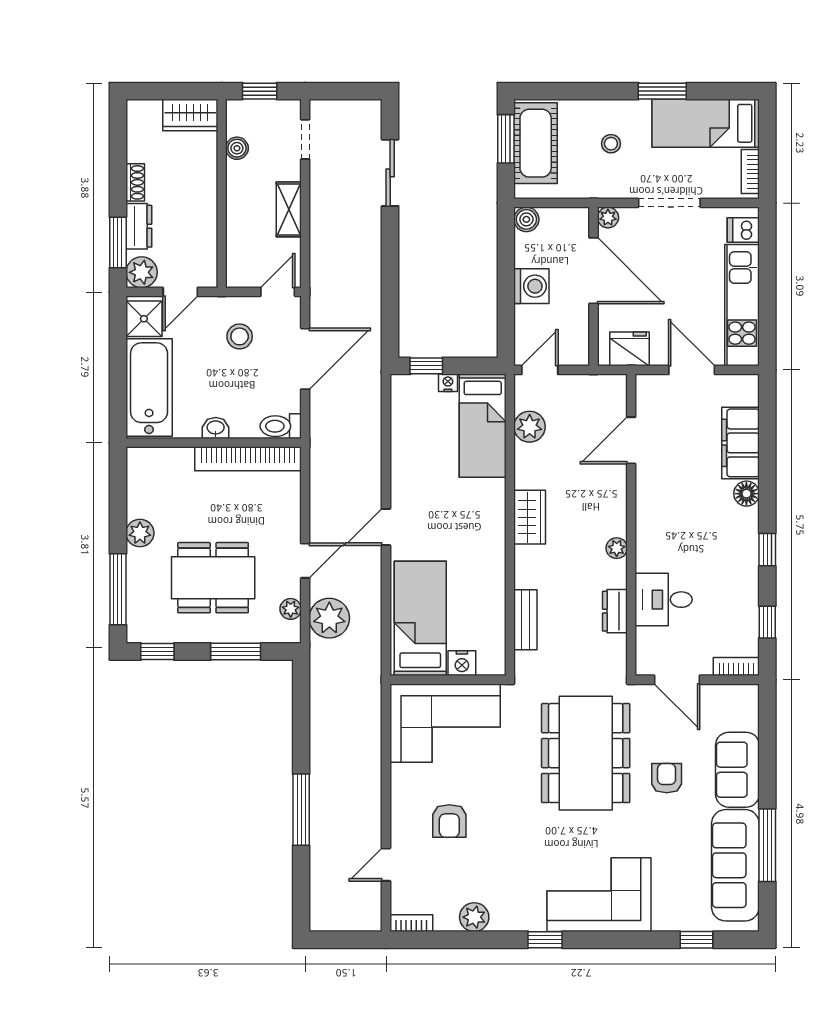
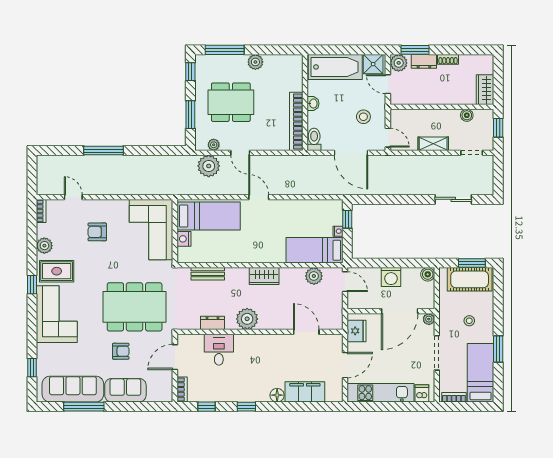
plant: (617, 548) -> (247, 319), width x1.88, depth x1.88
dining table: (213, 578) -> (231, 102), turned 90
rug: (521, 895) -> (57, 271), added

